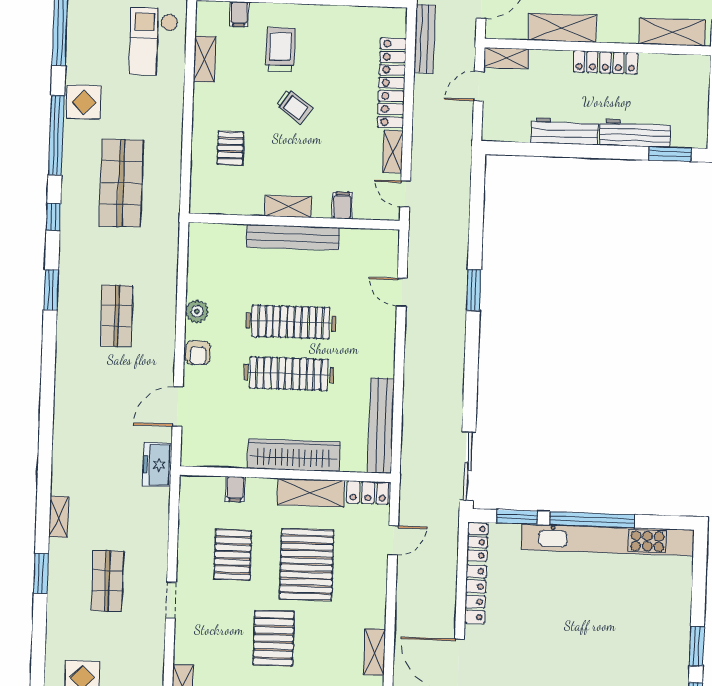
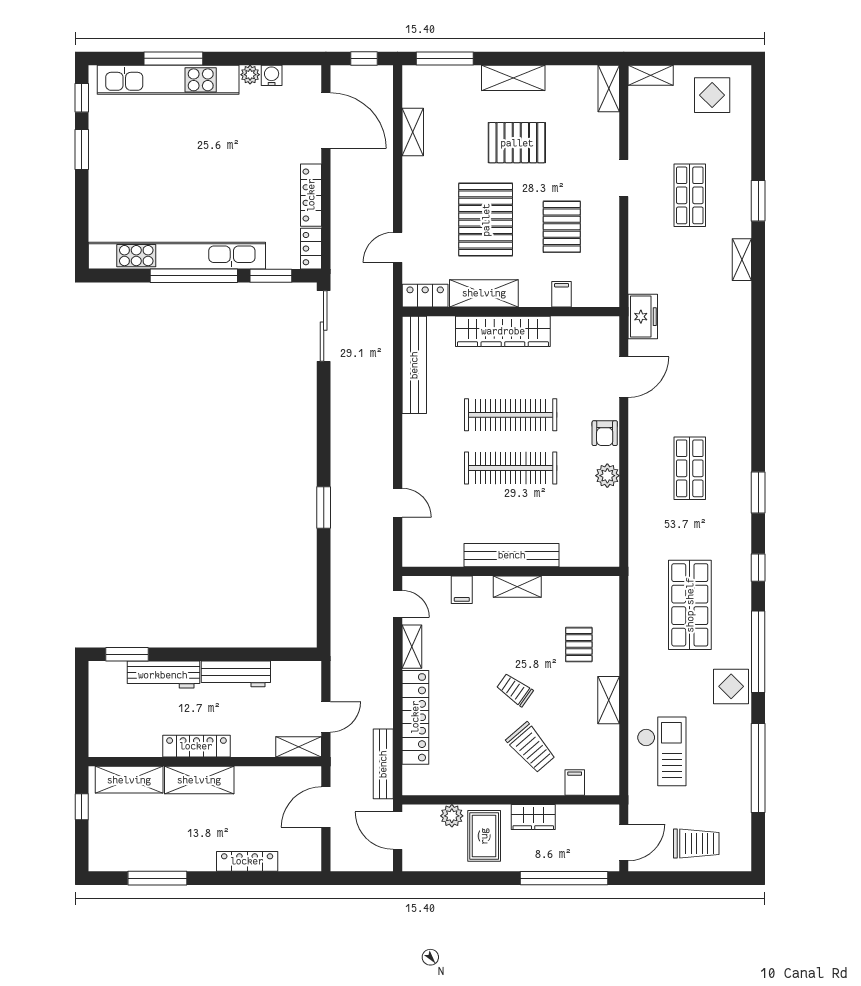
shelving: (562, 28) -> (199, 780), moved
trolley: (280, 50) -> (531, 748), turned -41
shelving: (205, 59) -> (609, 700), moved
armchair: (198, 353) -> (605, 433), turned 180
pallet: (274, 638) -> (517, 143), turned 90

